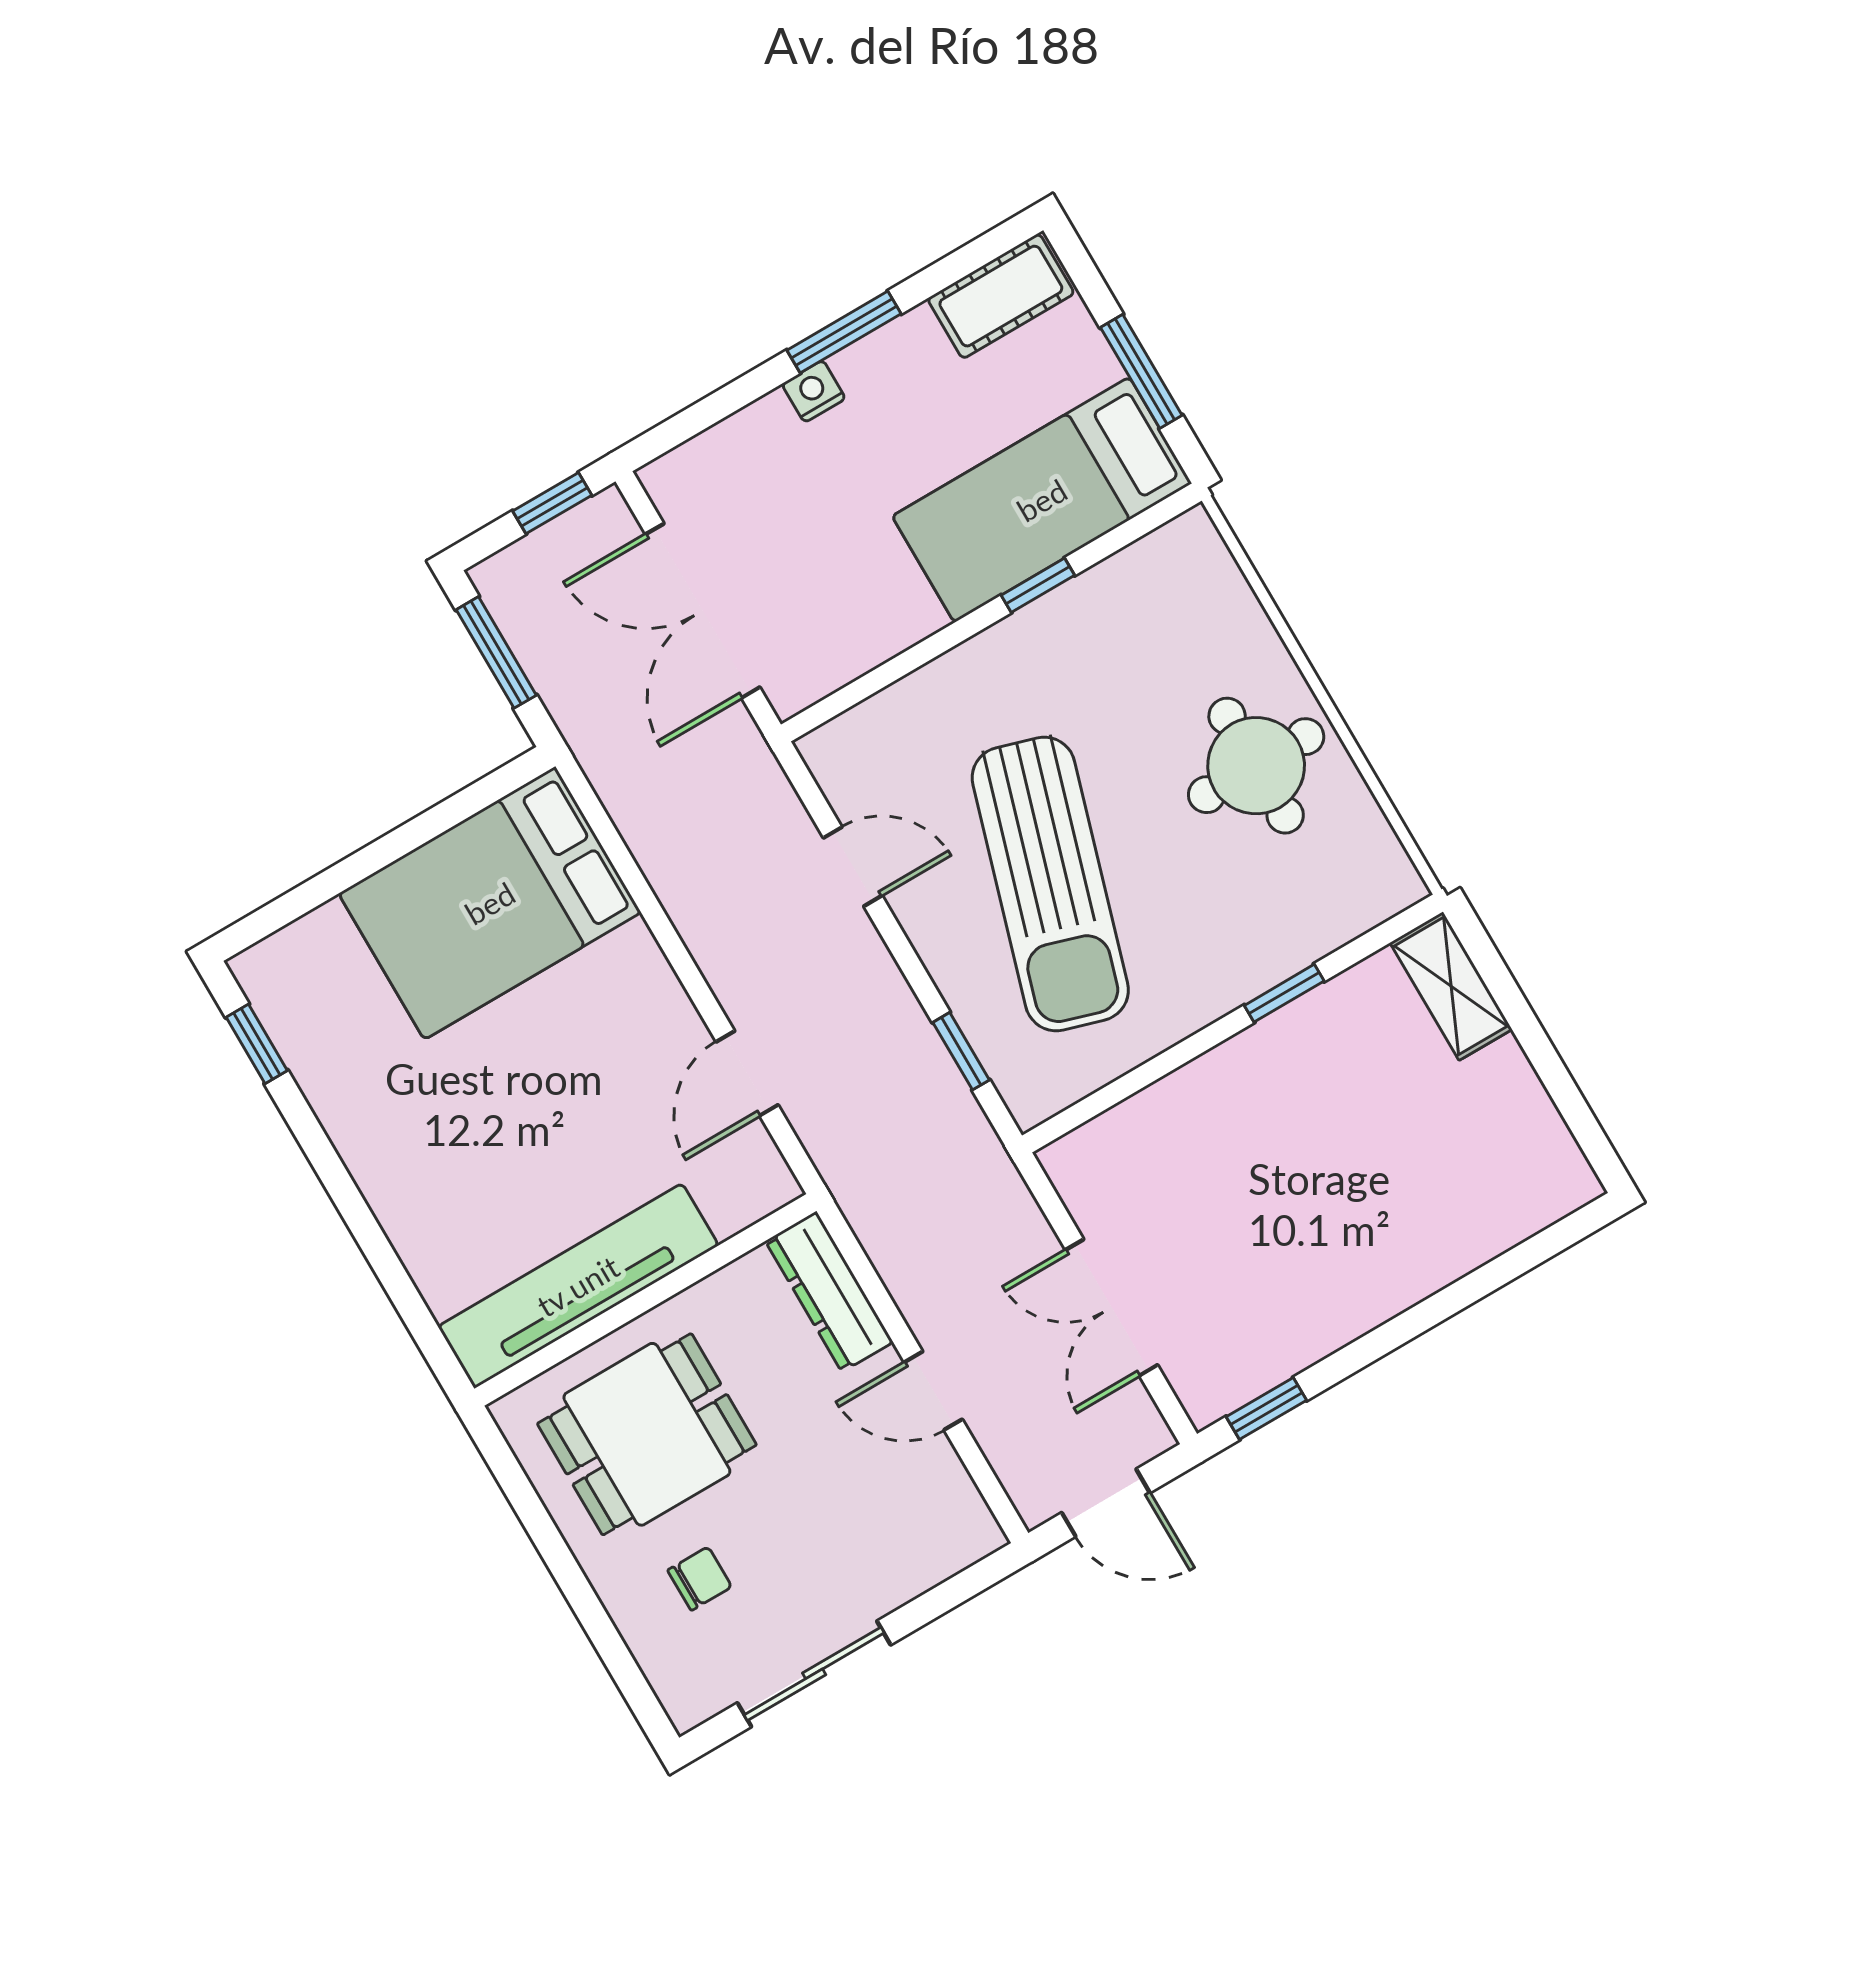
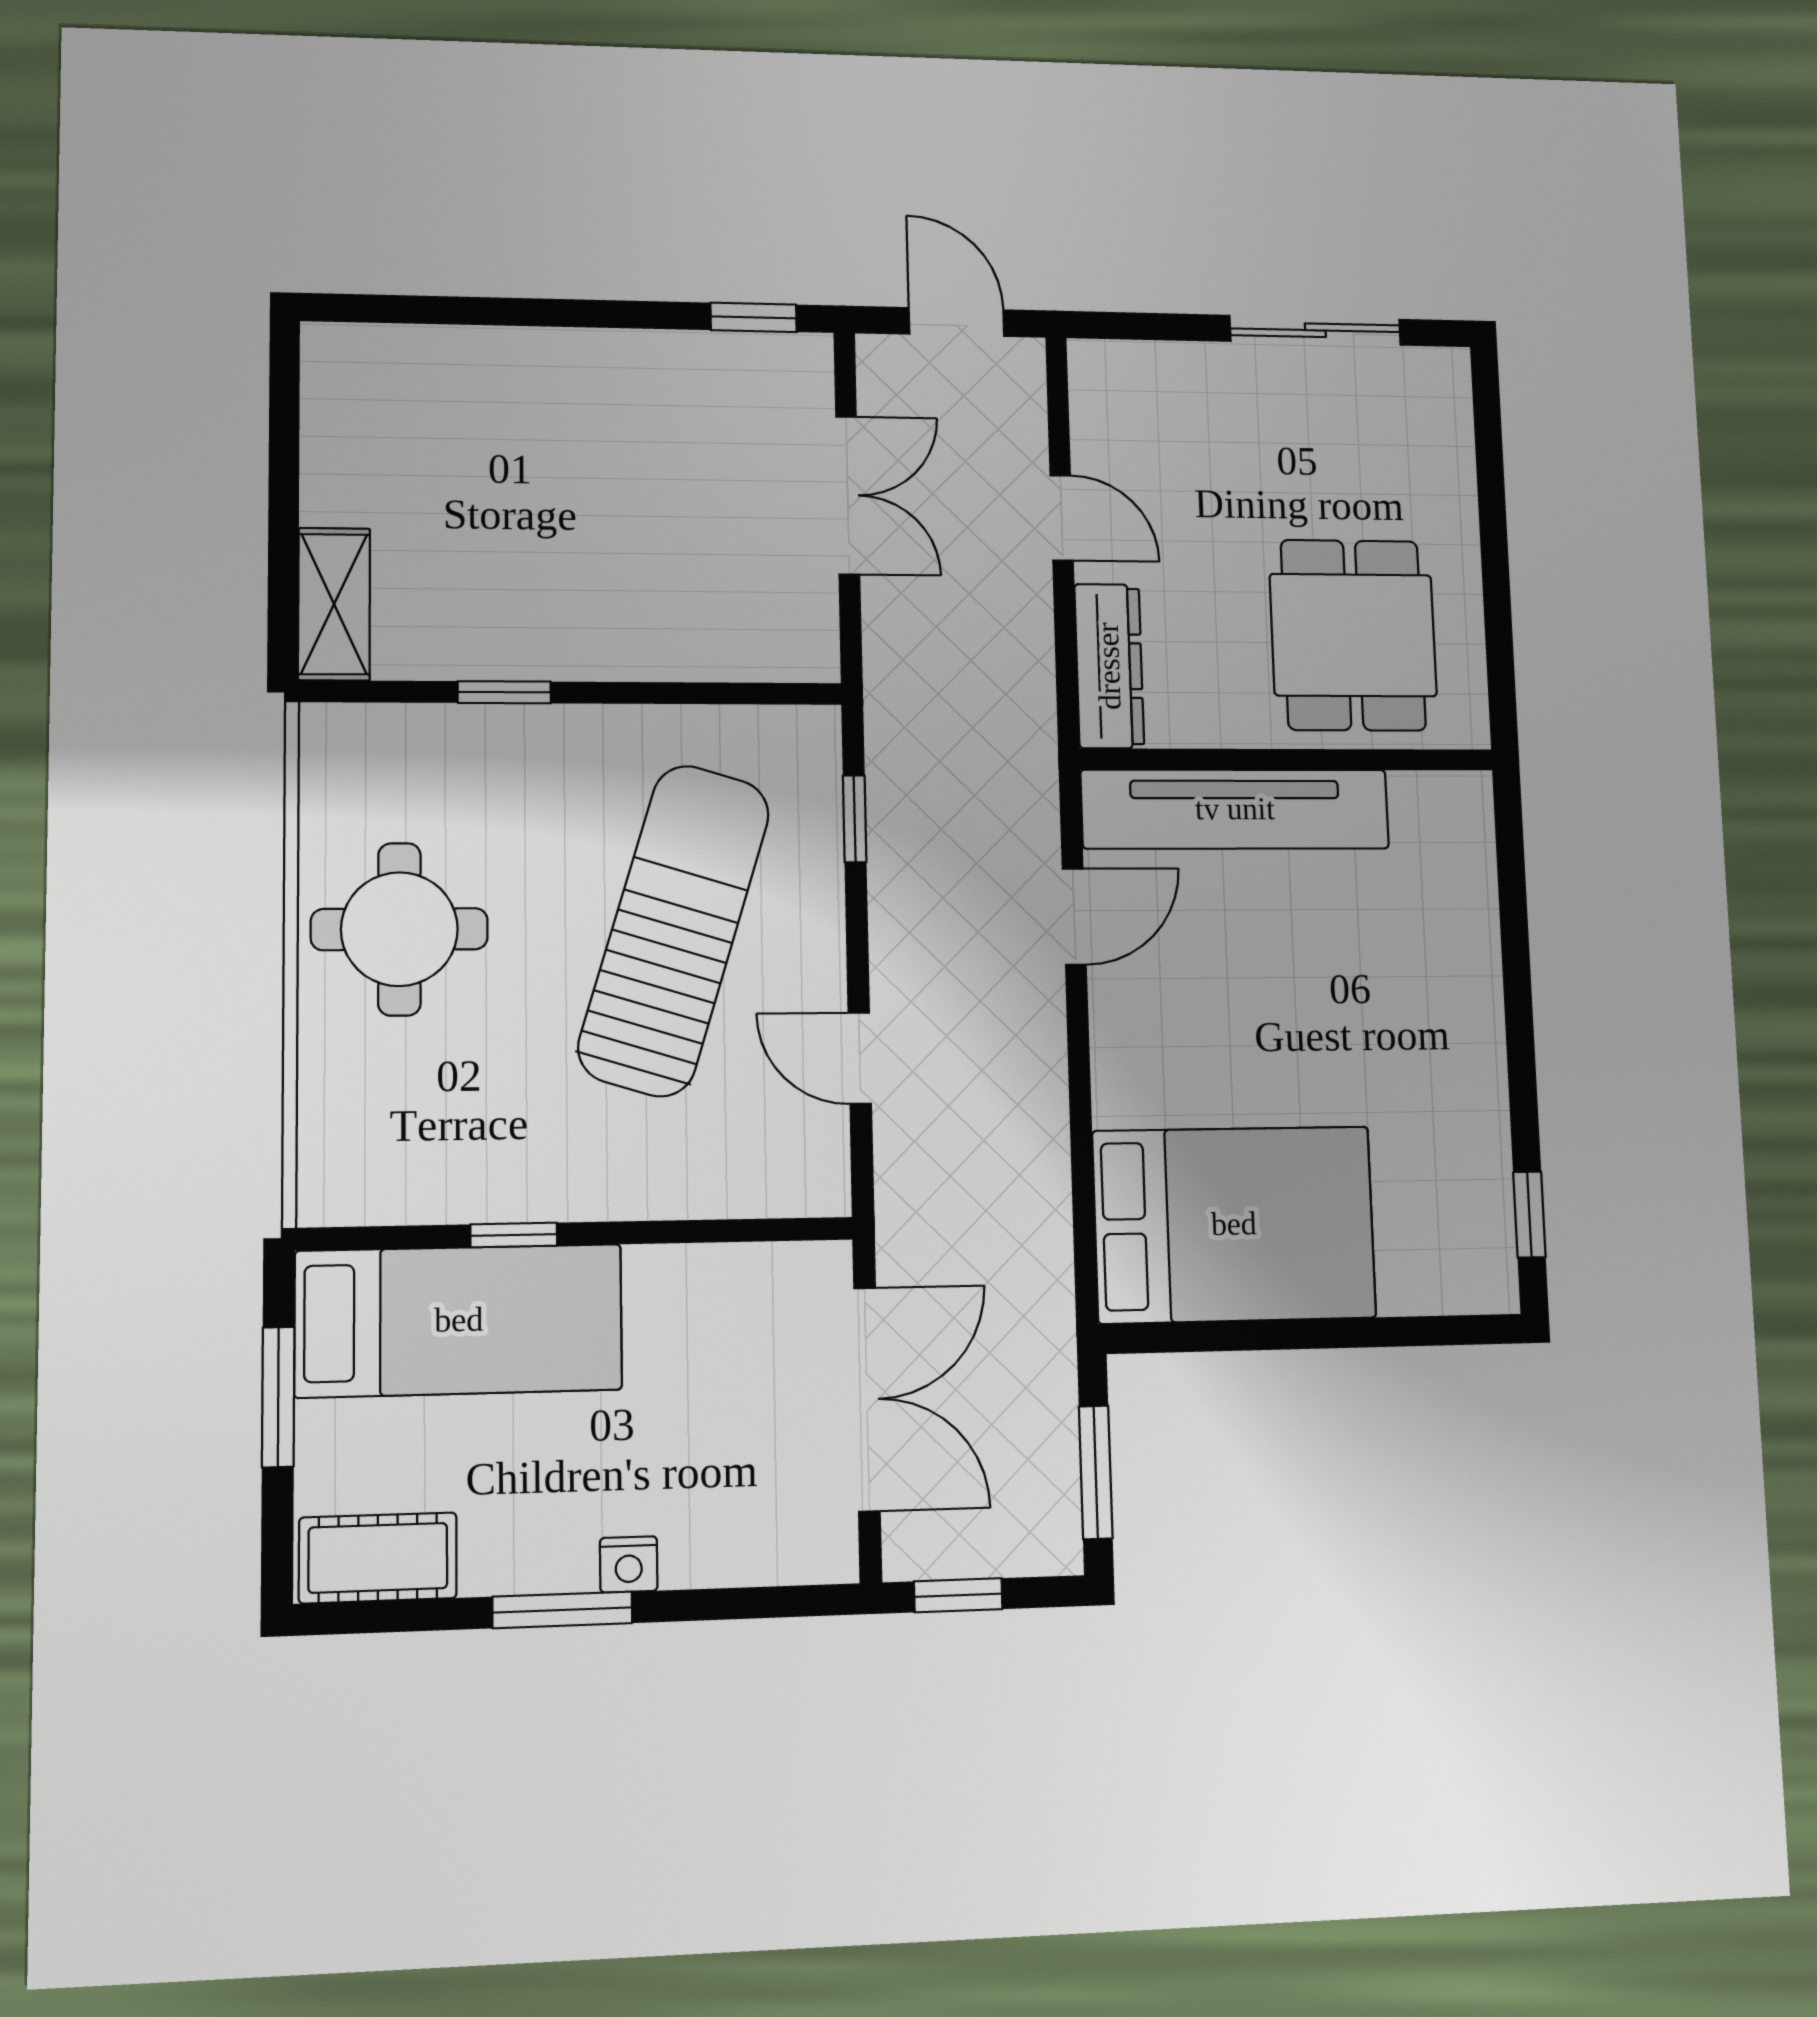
tv unit: (578, 1286) -> (1235, 809), moved
dining table: (647, 1434) -> (1353, 635), turned 90
chair: (700, 1579) -> (1375, 477), removed

